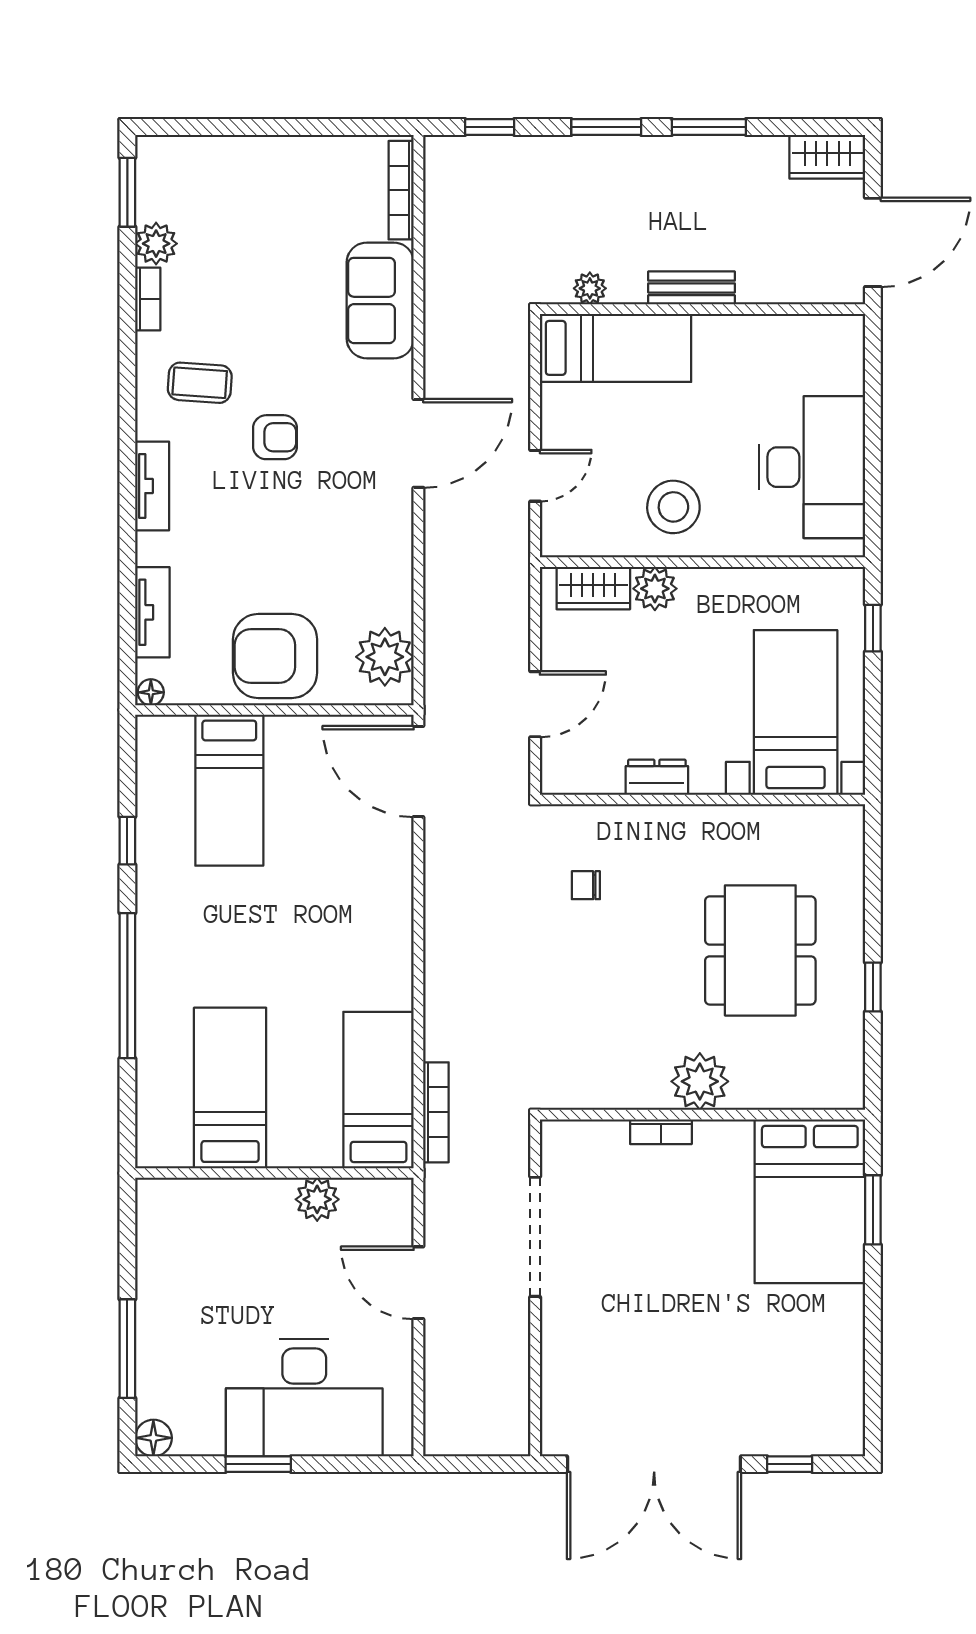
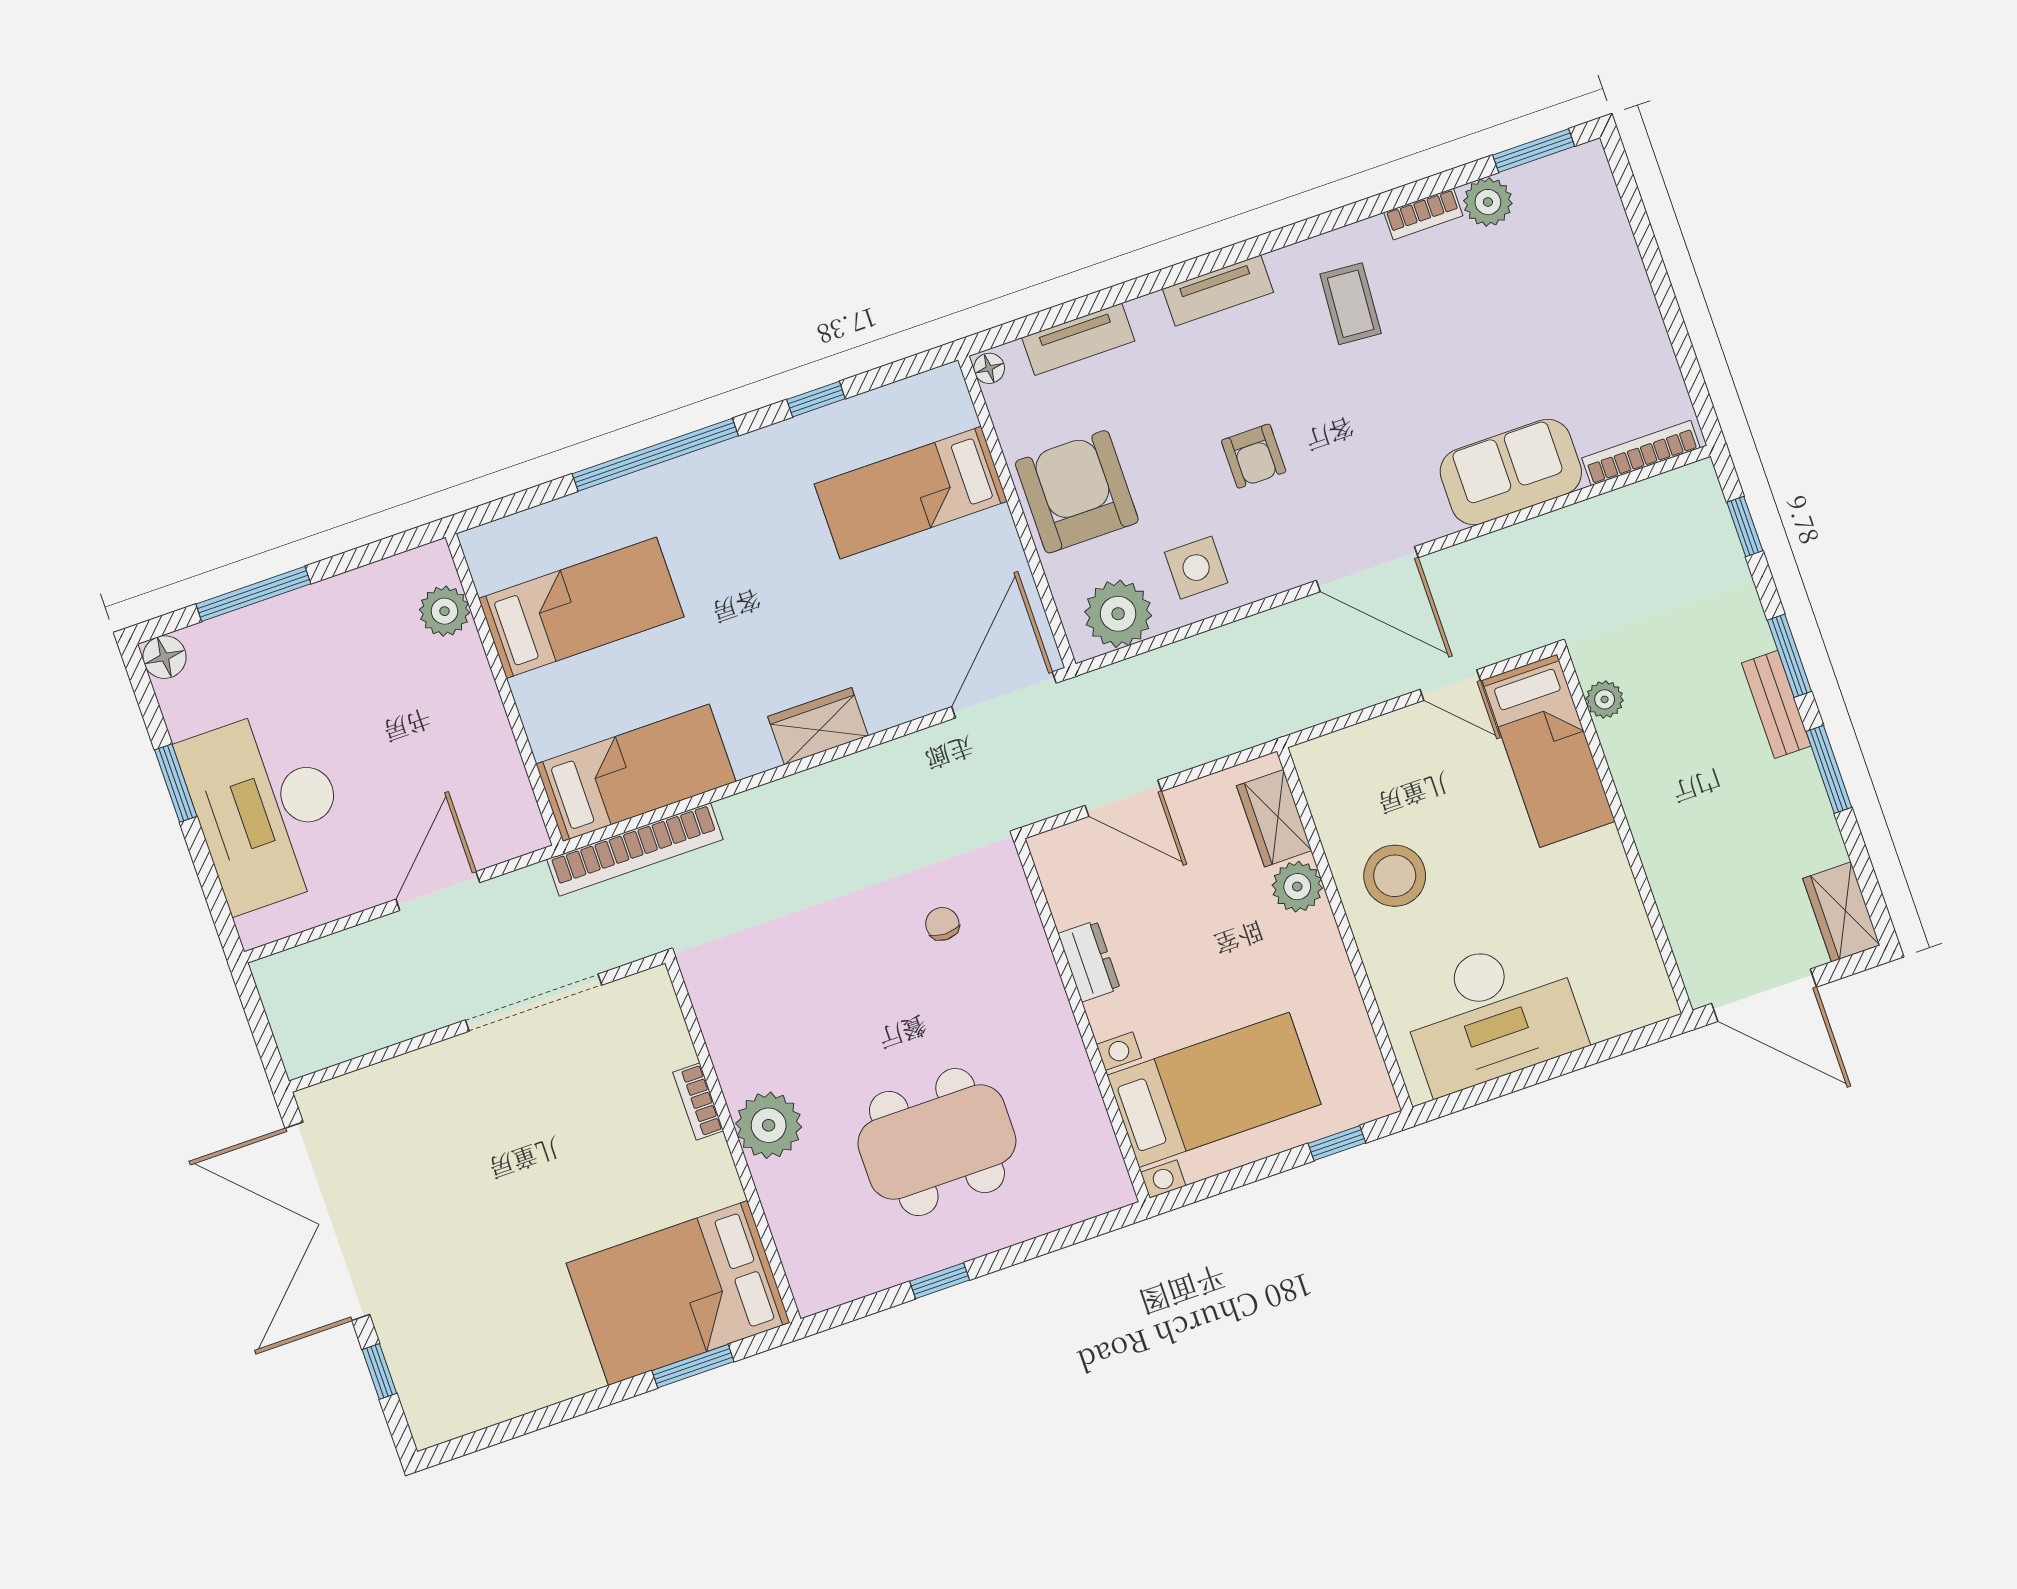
bench: (692, 288) -> (1776, 704), moved
armchair: (275, 437) -> (1254, 456), moved
door: (535, 476) -> (1450, 685), moved
side table: (369, 581) -> (1196, 568), added
wardrobe: (392, 930) -> (818, 726), added
bookcase: (436, 1112) -> (635, 849), width x1.48, depth x1.31
plant: (317, 1199) -> (445, 611), moved

